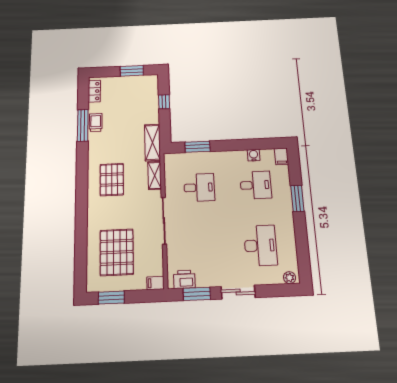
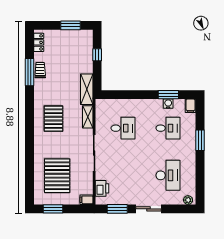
window: (197, 147) -> (168, 95), moved
printer: (184, 279) -> (102, 188), moved, turned 90

